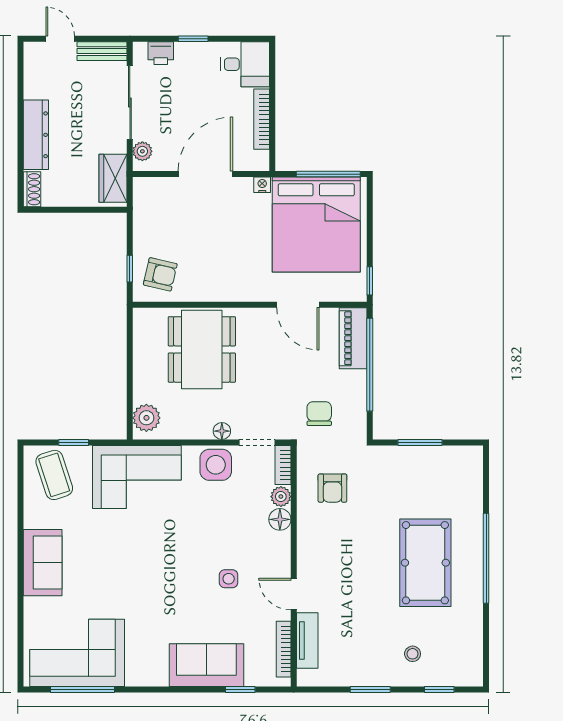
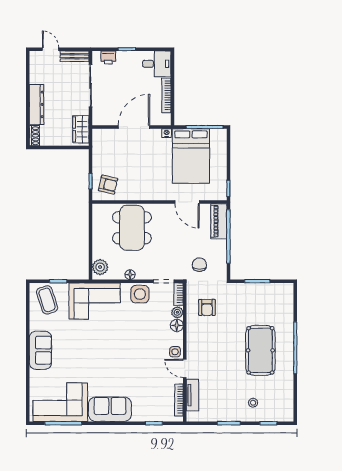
plant: (142, 151) -> (98, 114), removed
bed: (316, 225) -> (191, 156), width x0.73
floor lamp: (222, 431) -> (130, 275), moved
side table: (229, 579) -> (175, 352), moved
sofa: (206, 665) -> (110, 409), moved

